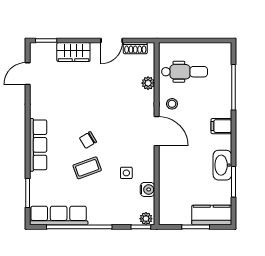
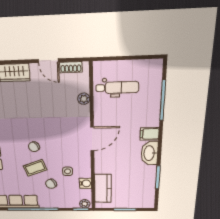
door: (112, 40) -> (48, 61), hinge flipped
stool: (172, 104) -> (106, 116), removed
door: (157, 131) -> (92, 139), hinge flipped
washbasin: (222, 165) -> (150, 153), moved
chair: (105, 190) -> (51, 184), added
kitchen counter: (212, 215) -> (103, 188), moved, turned 90

